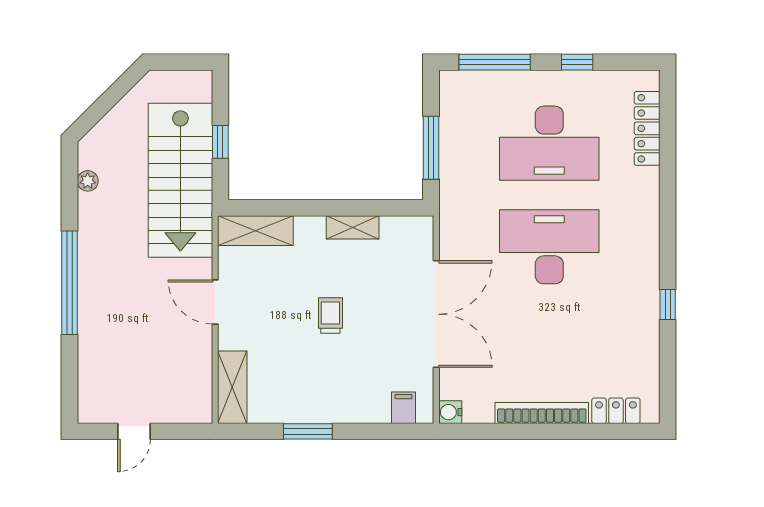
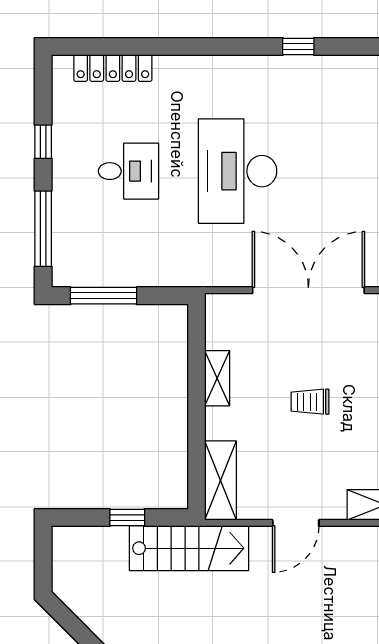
desk: (549, 143) -> (128, 171), width x0.53, depth x0.77
window: (431, 148) -> (104, 296), moved
stairs: (180, 180) -> (189, 548), width x0.73, depth x0.66

